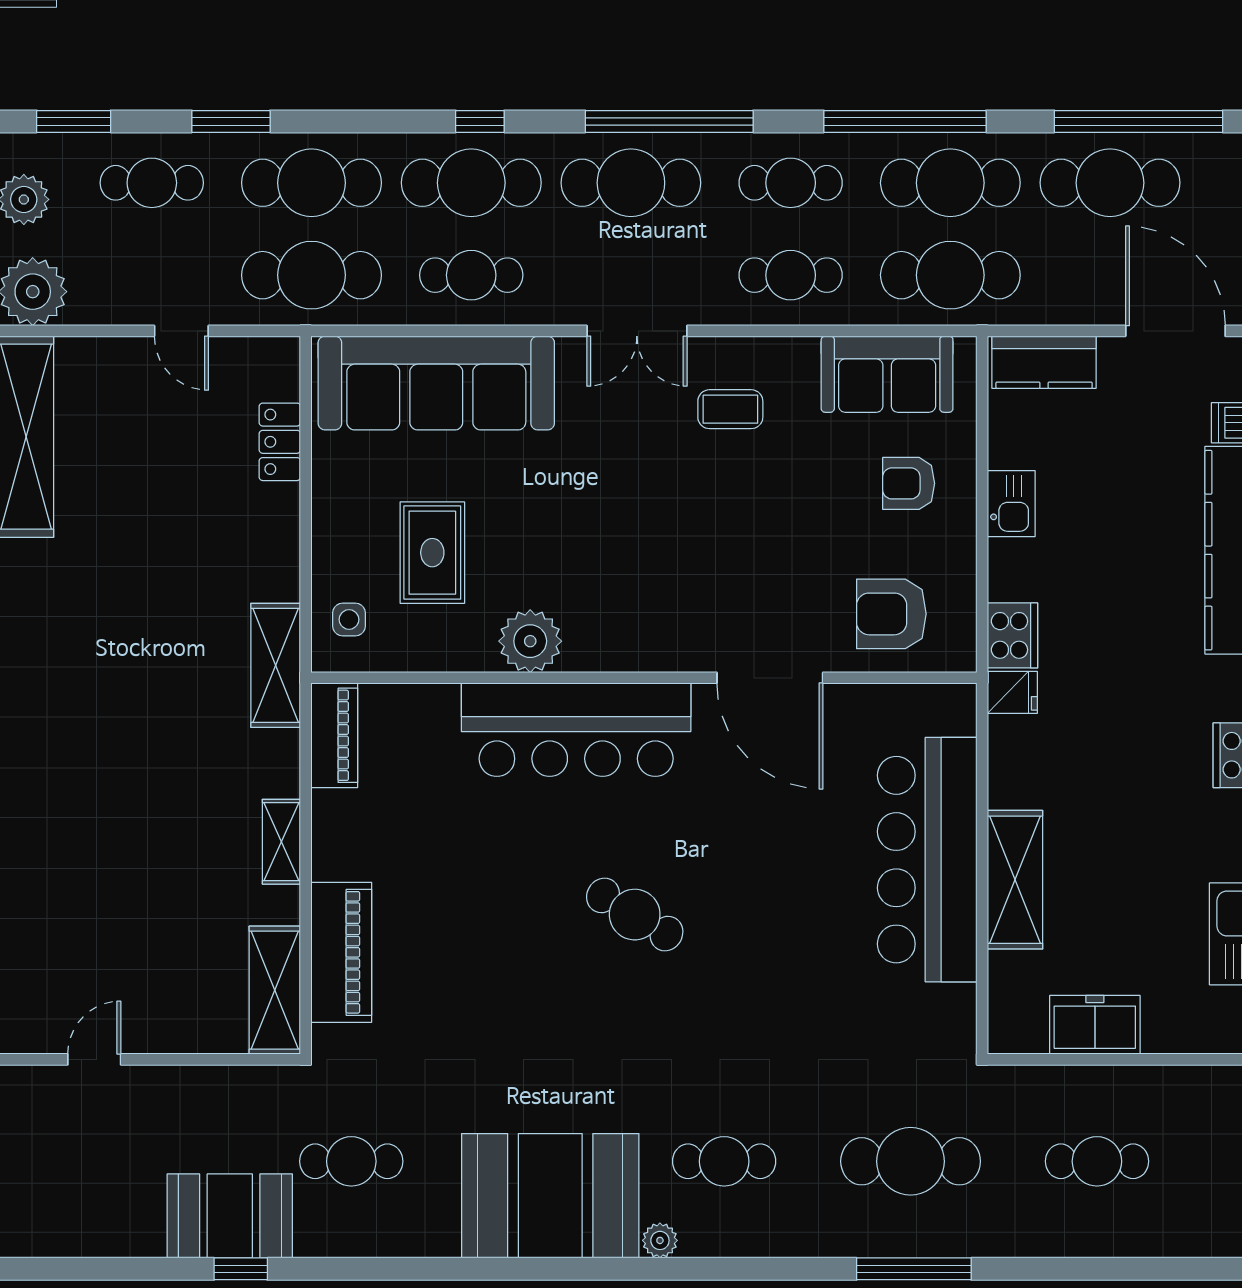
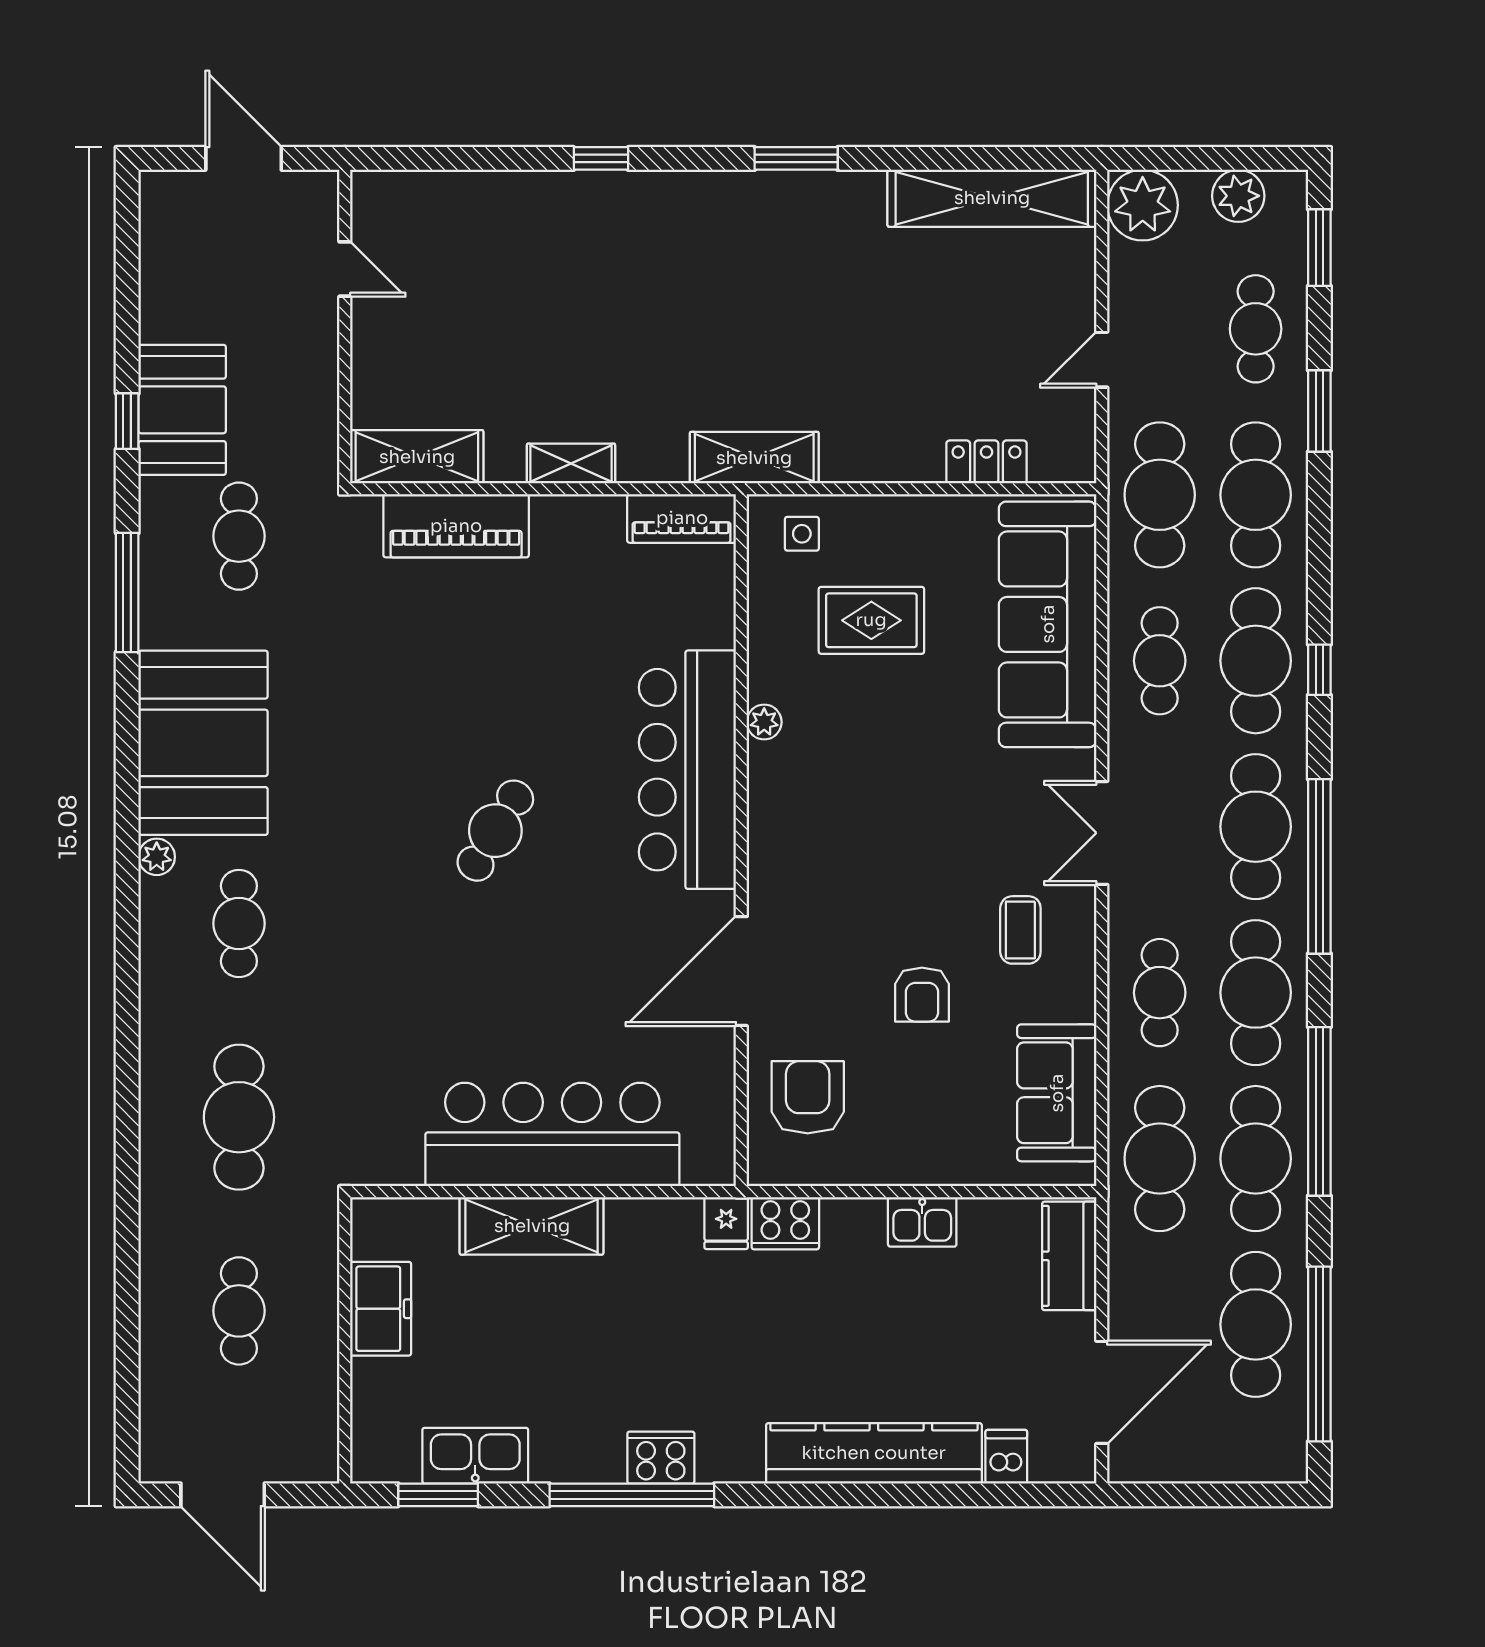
cafe table: (791, 183) -> (1256, 993), width x1.37, depth x1.35
armchair: (909, 483) -> (922, 995), moved, turned 180
plant: (530, 641) -> (764, 722), width x0.53, depth x0.53
window: (914, 1269) -> (127, 593), moved

